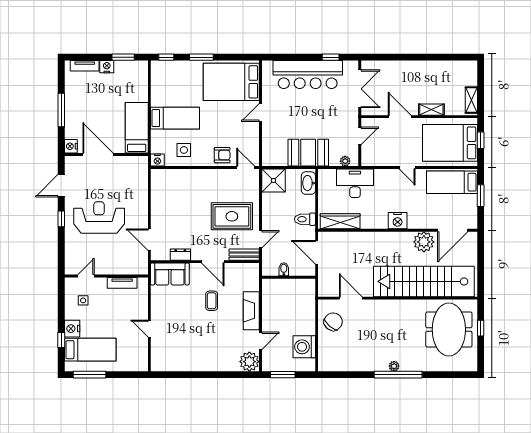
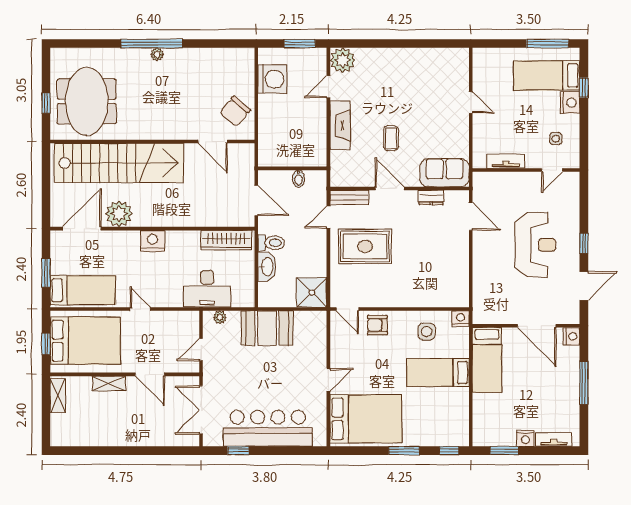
washbasin: (308, 183) -> (267, 267), moved
reception desk: (99, 218) -> (535, 245), turned -90

